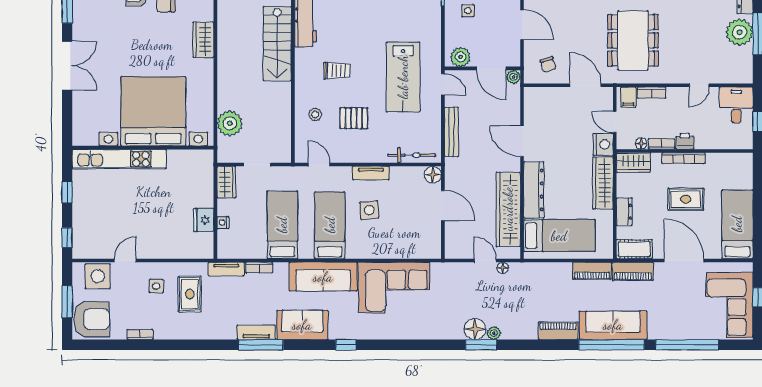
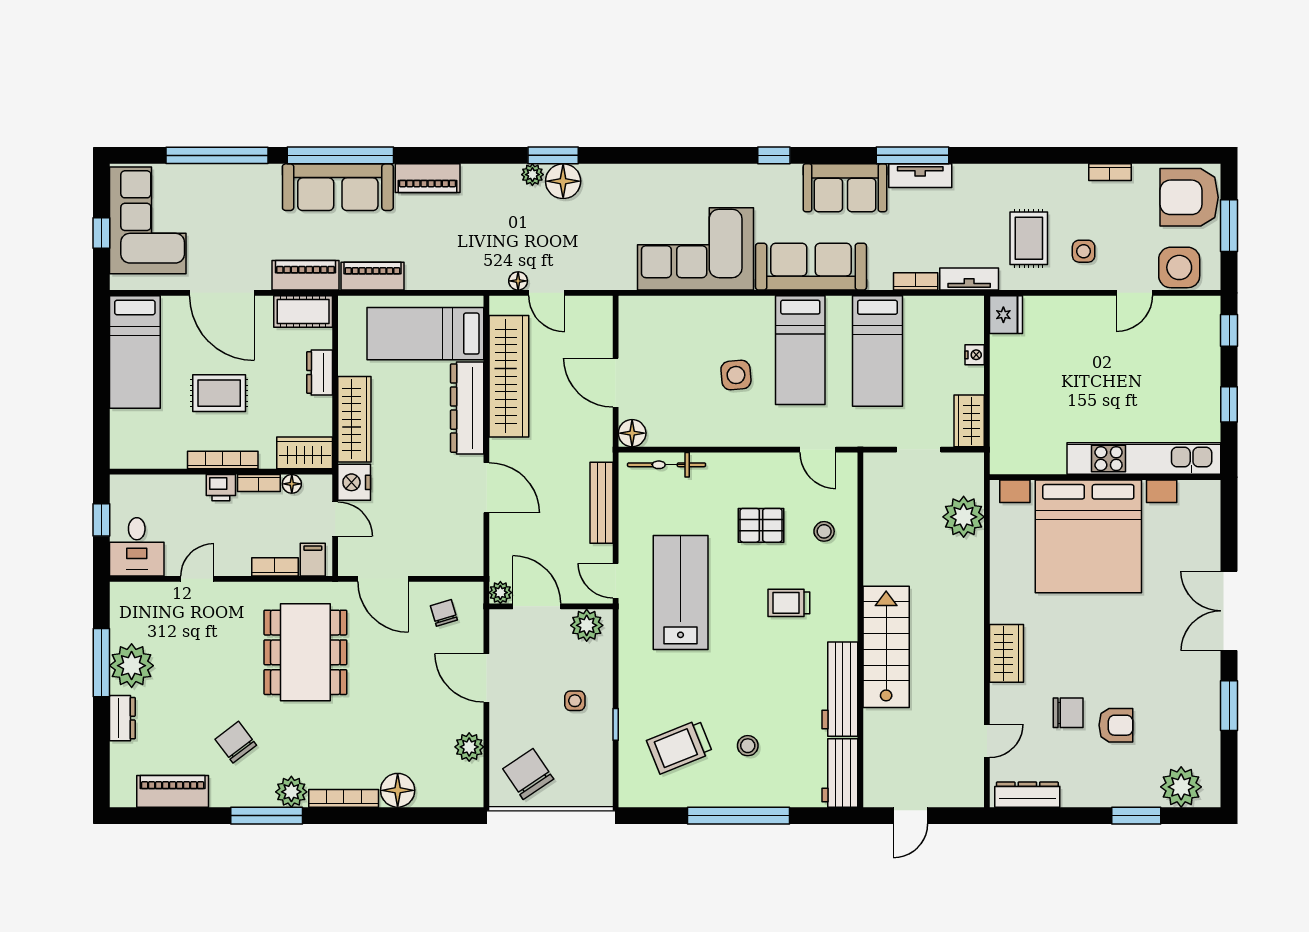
tv unit: (371, 173) -> (733, 436), removed
fridge: (204, 220) -> (1006, 315), moved

